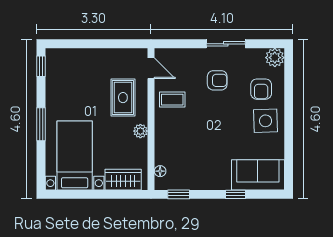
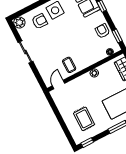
armchair: (217, 80) -> (102, 31), moved
rug: (123, 98) -> (84, 119), moved, turned 90

